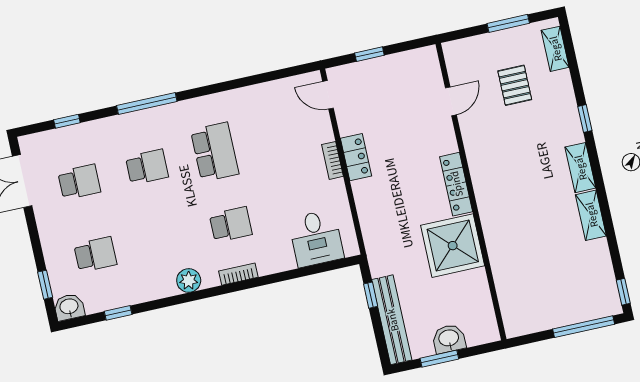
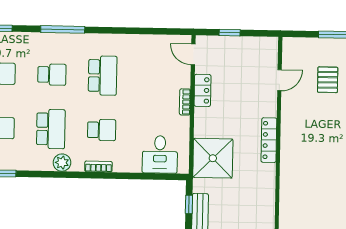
locker: (356, 157) -> (203, 90), moved
school desk: (163, 239) -> (51, 129), added
shower: (453, 246) -> (213, 158), moved

